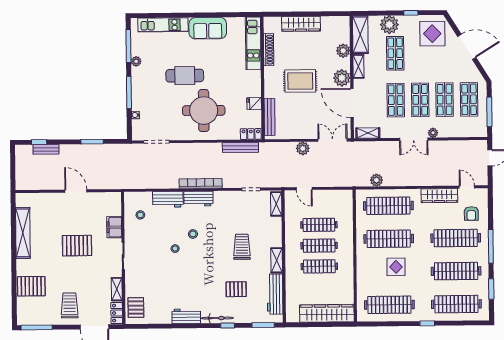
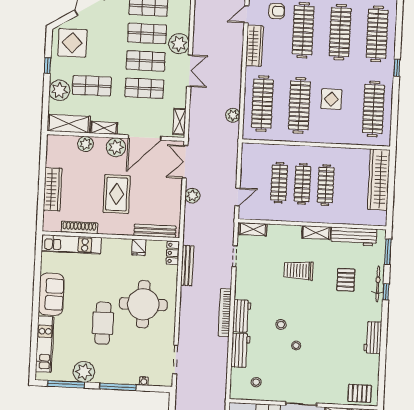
plant: (136, 61) -> (84, 372), width x1.87, depth x1.87
plant: (433, 133) -> (179, 44), width x1.88, depth x1.88
bicycle: (217, 318) -> (378, 284), moved

